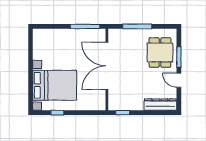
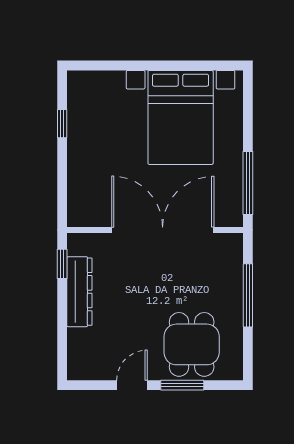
dining table: (160, 53) -> (192, 344), turned 90
bed with nightstands: (55, 85) -> (181, 117), moved
dresser: (160, 105) -> (79, 292), moved

